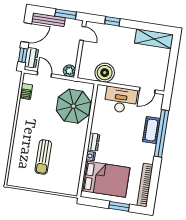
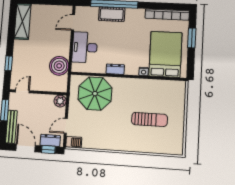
door: (147, 90) -> (73, 22), swing flipped
barbecue: (26, 91) -> (74, 142), moved
dresser: (94, 142) -> (115, 69), moved

